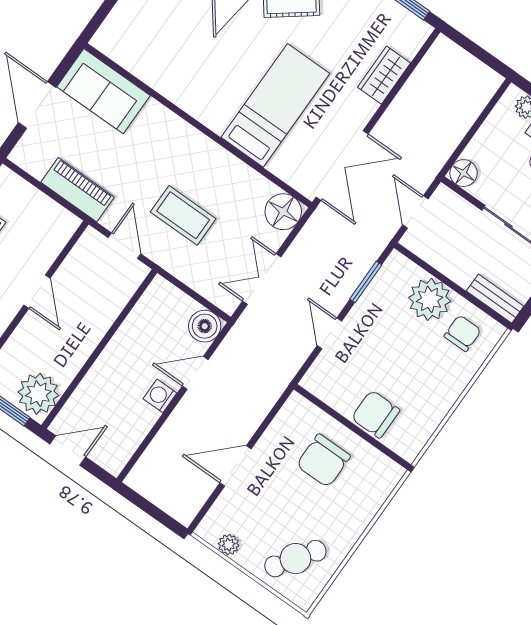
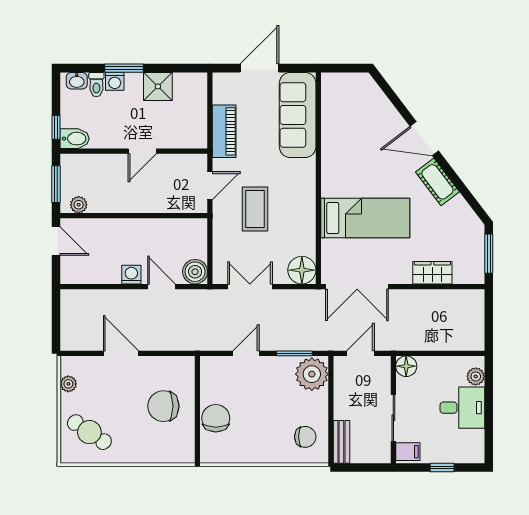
sofa: (103, 91) -> (298, 115), width x1.36
plant: (430, 299) -> (312, 374), moved
plant: (38, 394) -> (79, 205), width x0.53, depth x0.53

